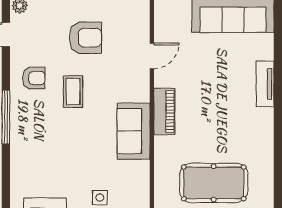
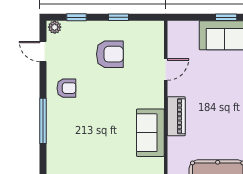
coffee table: (73, 92) -> (99, 100), removed

